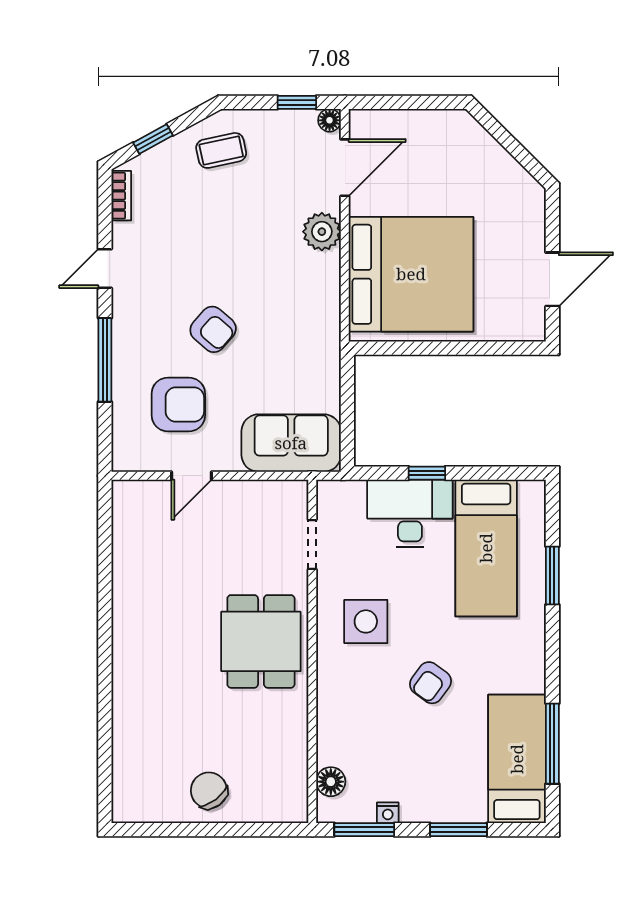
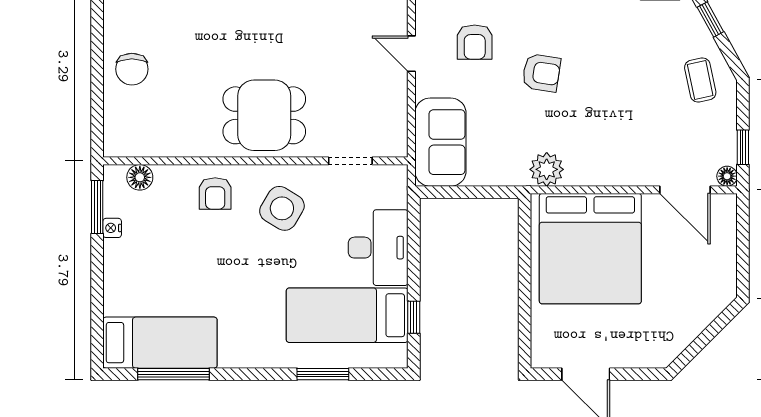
plant: (322, 232) -> (547, 169), moved
armchair: (213, 329) -> (541, 73), turned -122
armchair: (178, 404) -> (475, 42), width x0.72, depth x0.72
window: (427, 473) -> (414, 317), moved
side table: (366, 621) -> (282, 208), turned 31
armchair: (430, 683) -> (215, 193), moved, turned -126
chair: (209, 790) -> (132, 69), turned 127
window: (459, 830) -> (97, 291), removed

